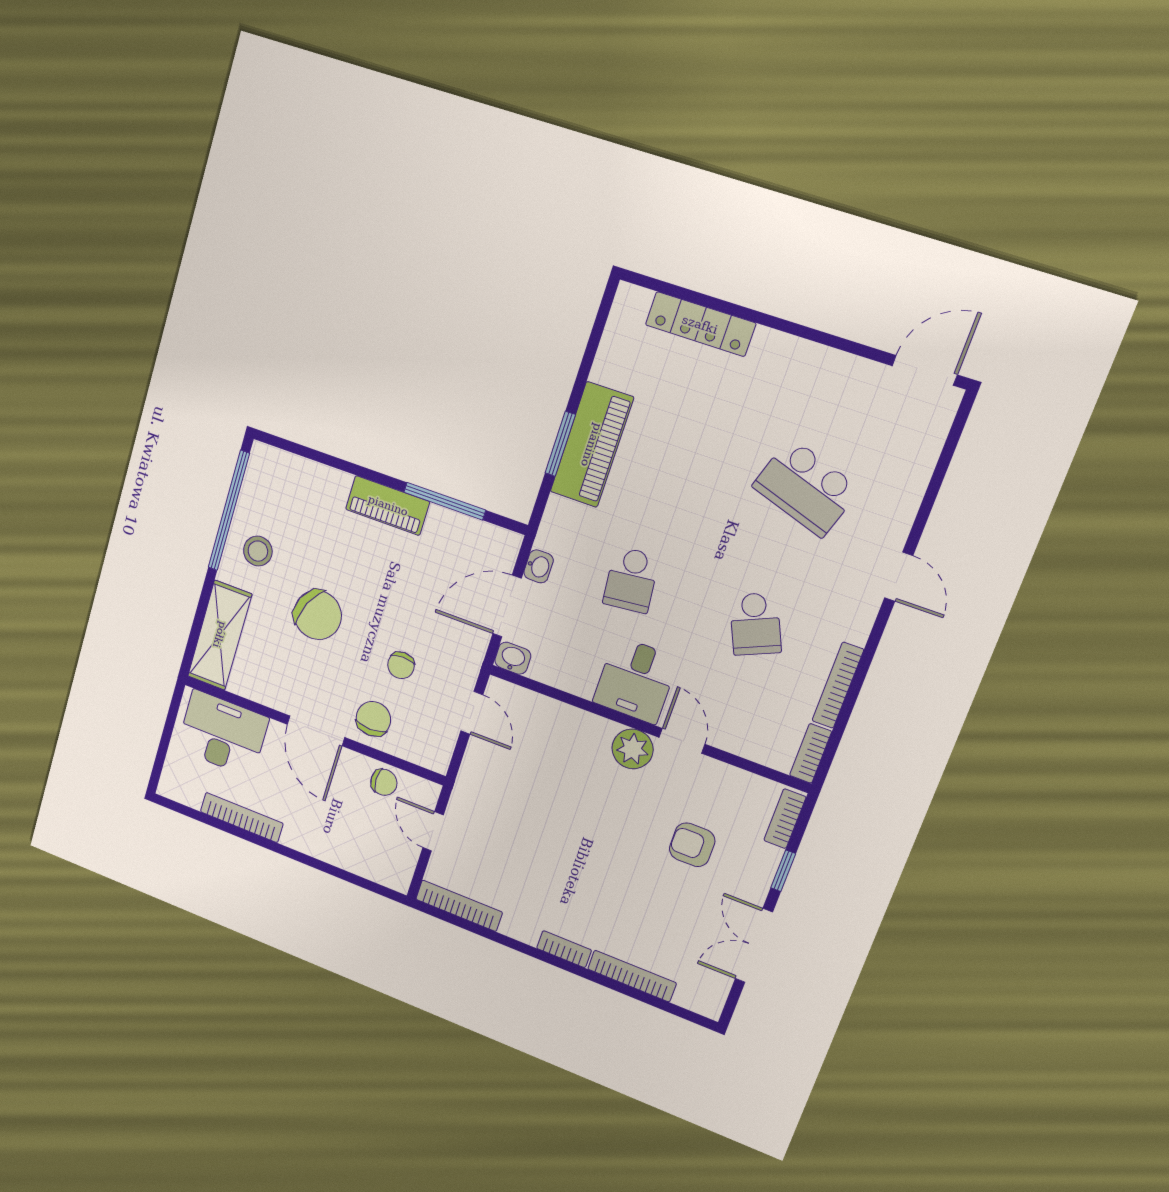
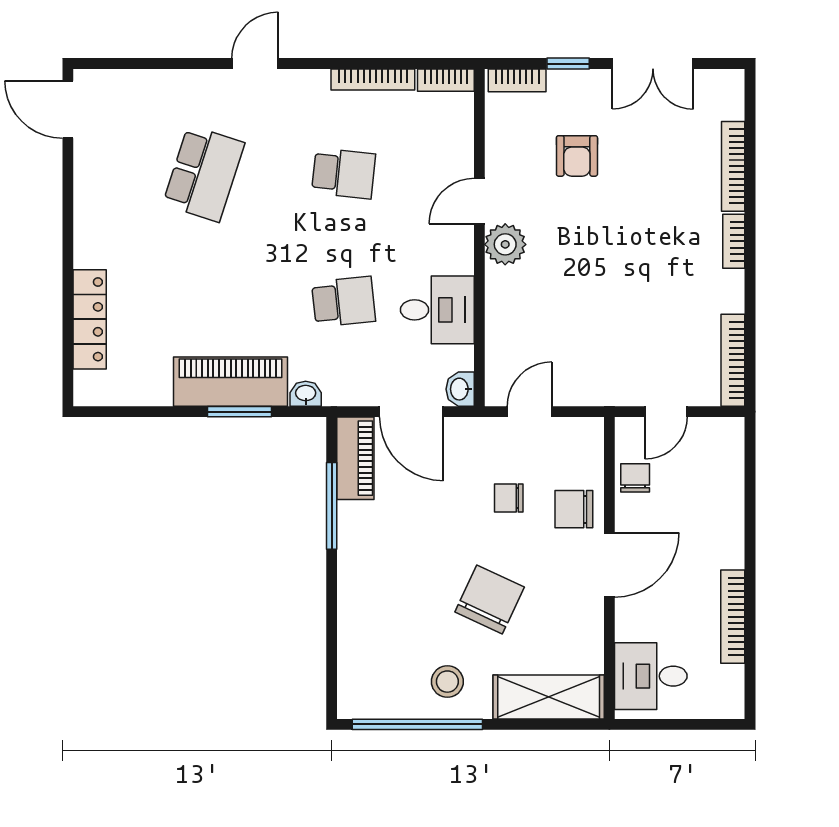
piano: (388, 505) -> (355, 458), moved
washbasin: (539, 566) -> (306, 394), moved
school desk: (755, 624) -> (344, 173), turned 30
chair: (401, 665) -> (509, 498), turned 180
desk: (636, 680) -> (437, 310), moved
desk: (223, 734) -> (651, 676), width x0.73

